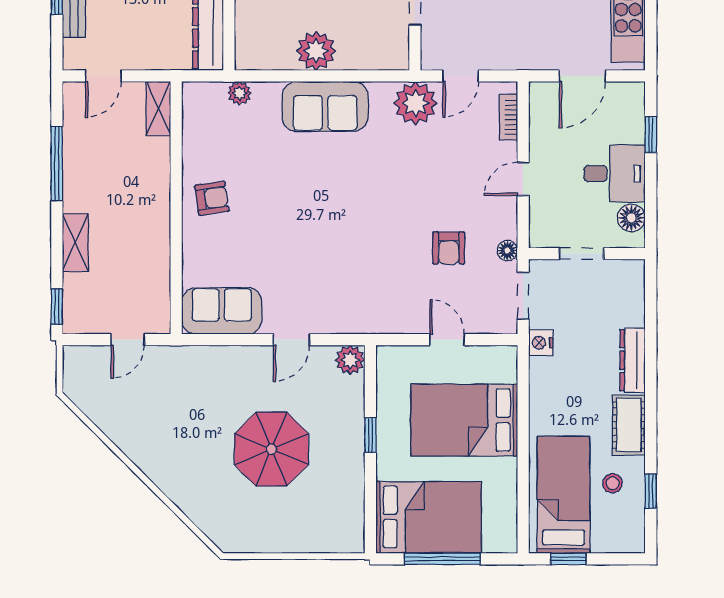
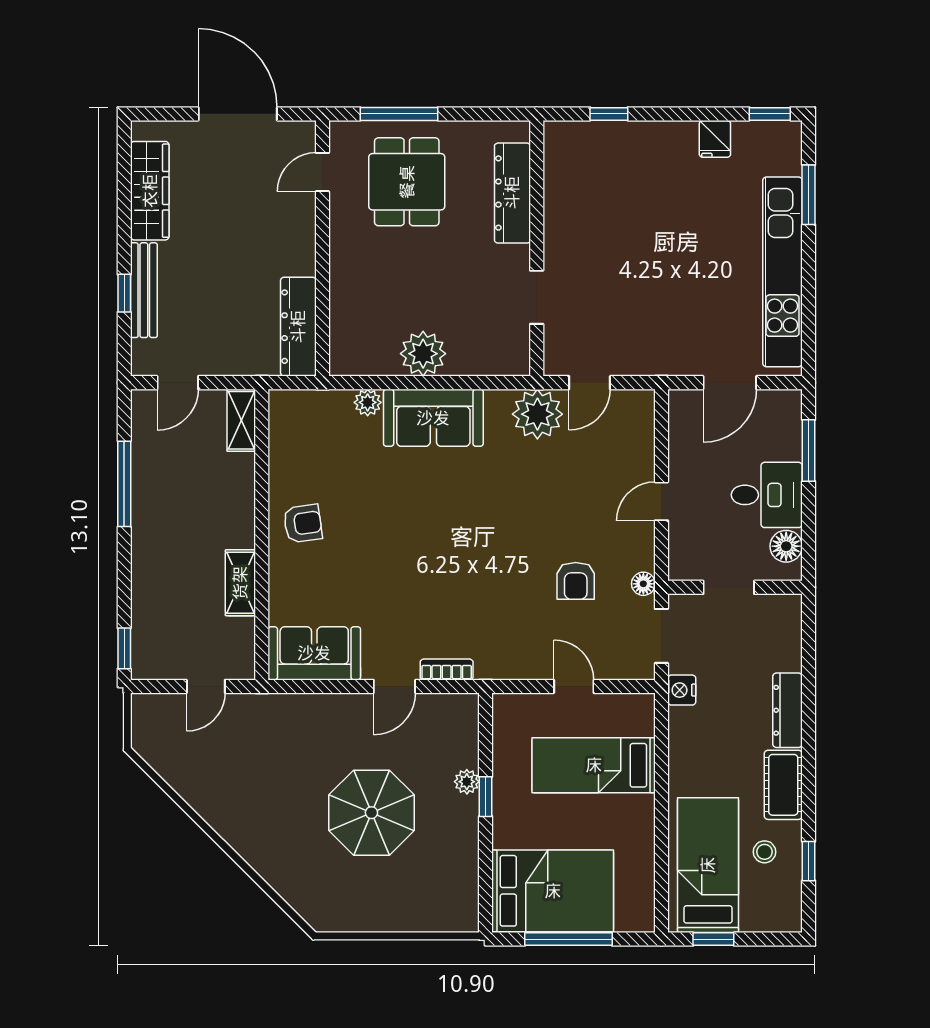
plant: (240, 93) -> (368, 402), moved
bookcase: (508, 117) -> (447, 669), moved, turned 90
window: (651, 135) -> (809, 450), width x1.50
shelving: (75, 242) -> (240, 583), moved
plant: (350, 360) -> (467, 782), moved, width x0.73, depth x0.73
bed: (464, 420) -> (594, 765), width x0.67

